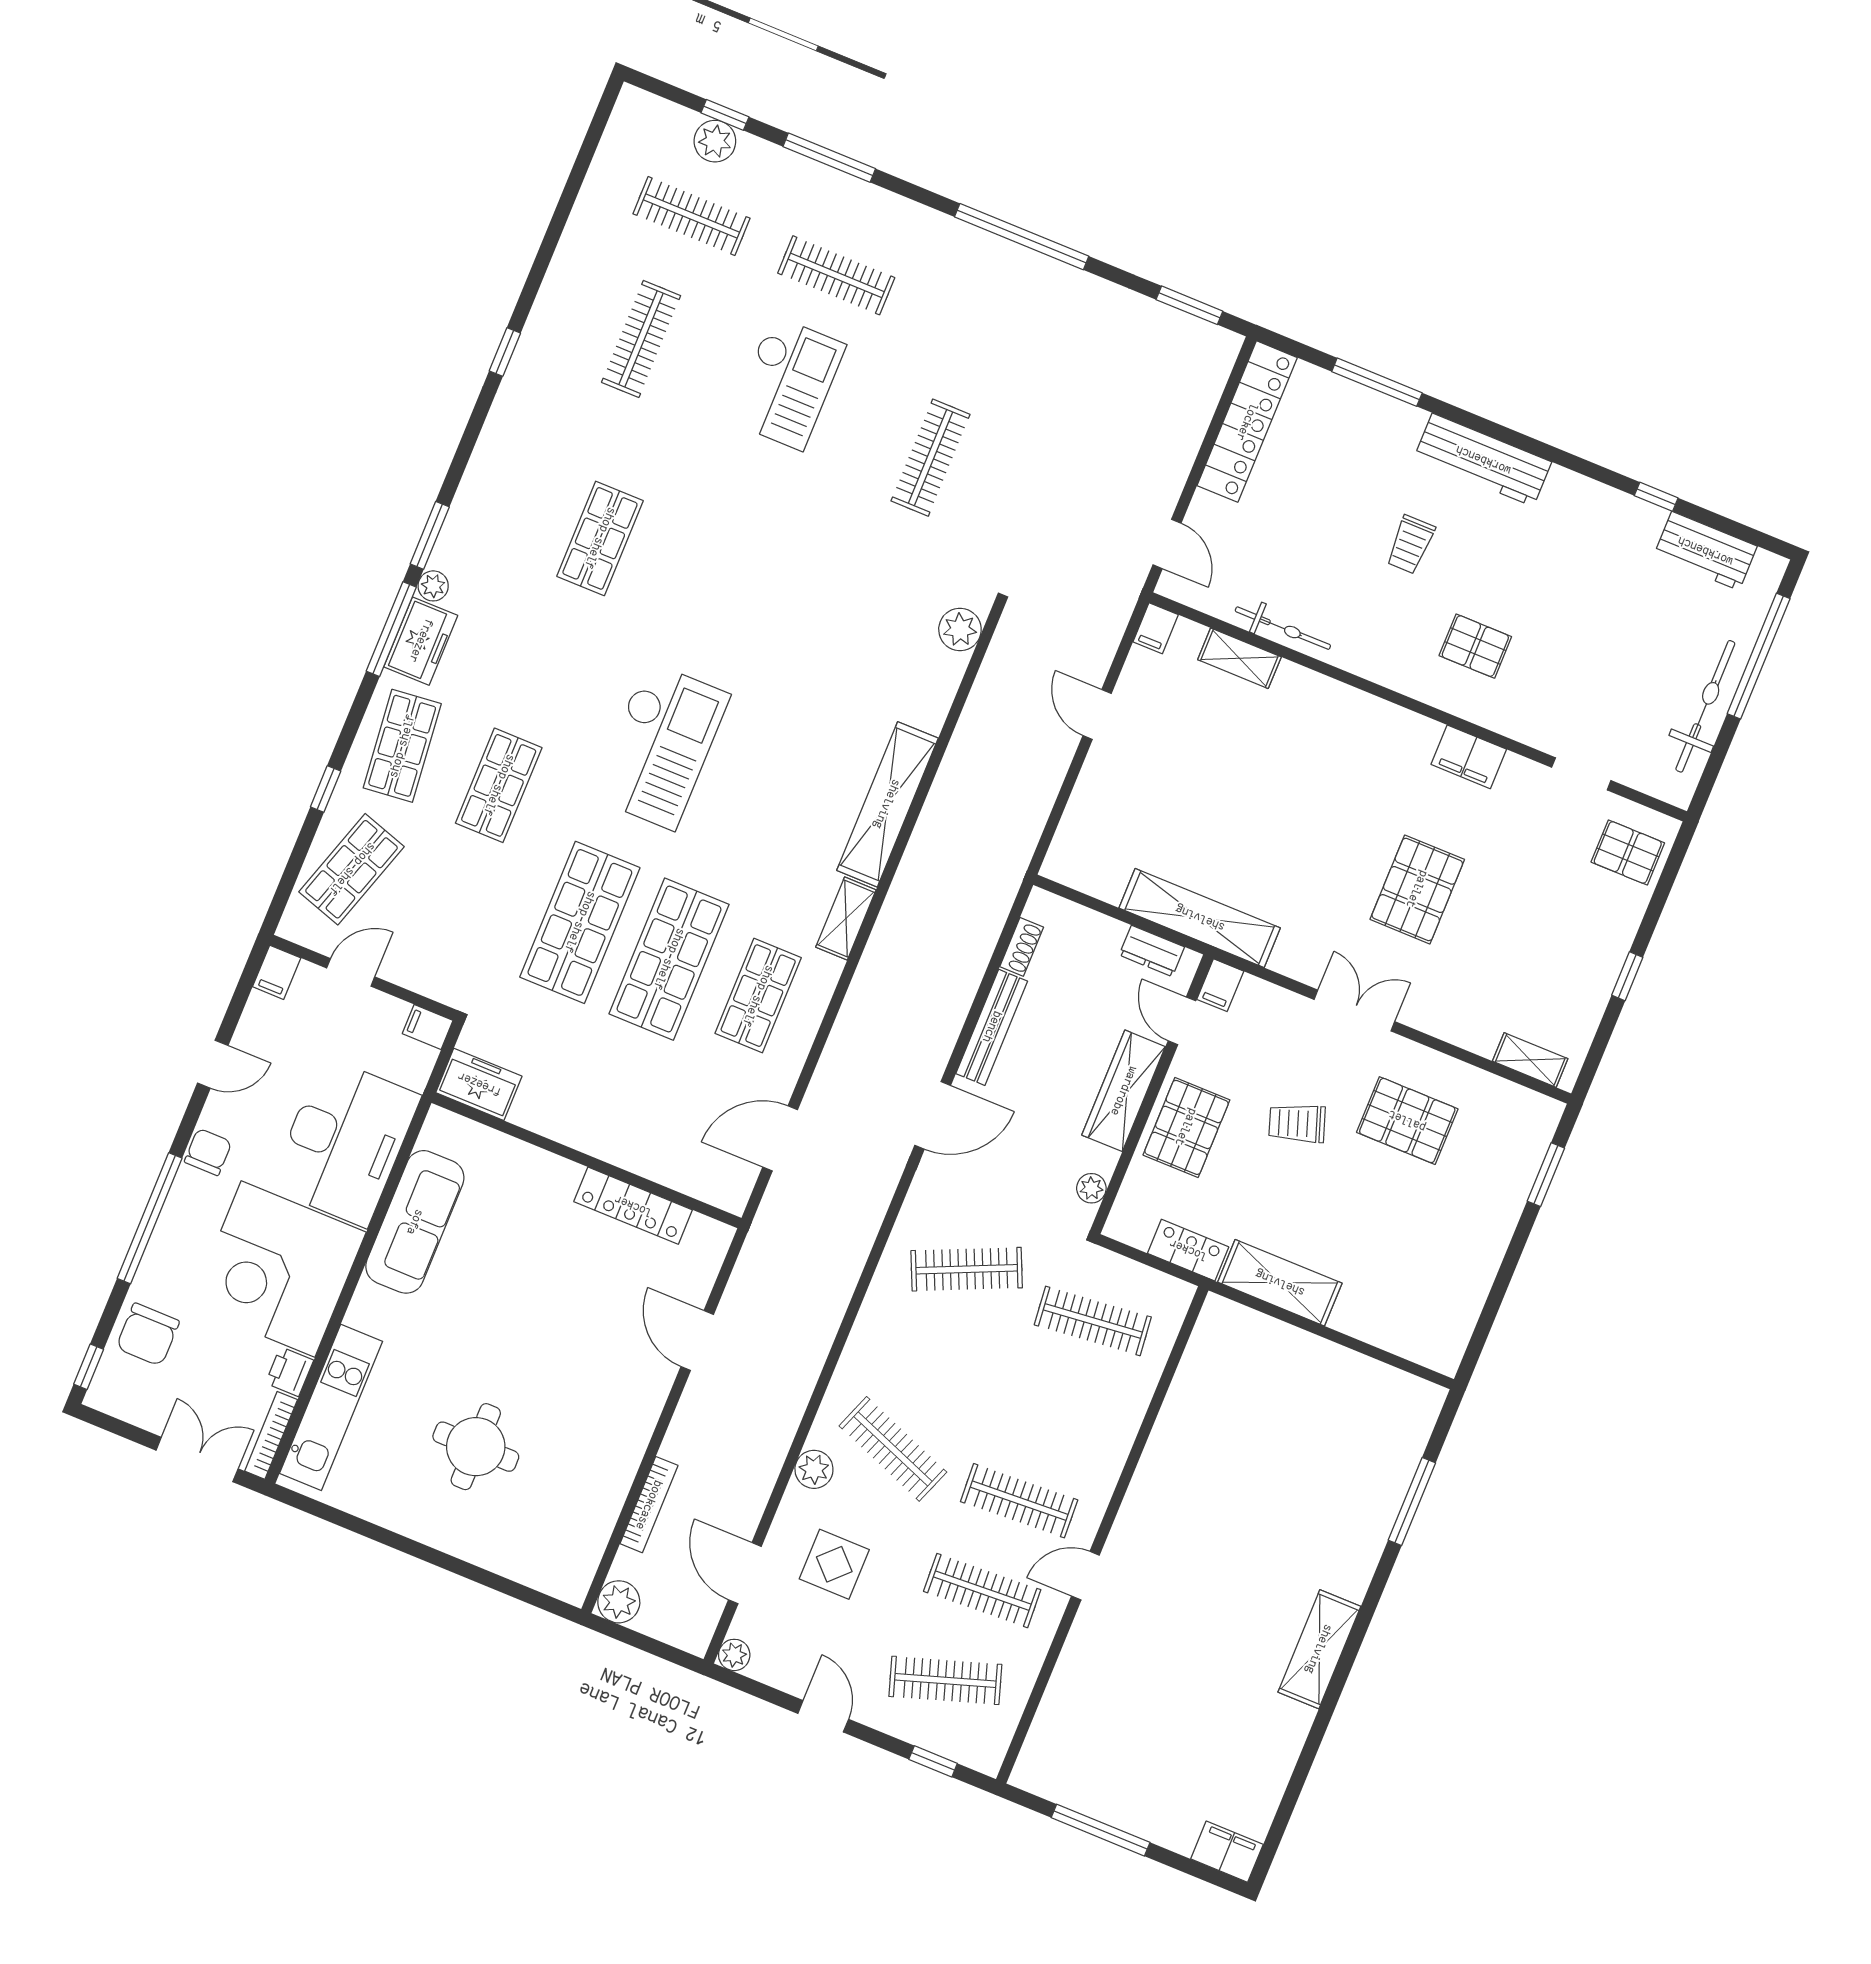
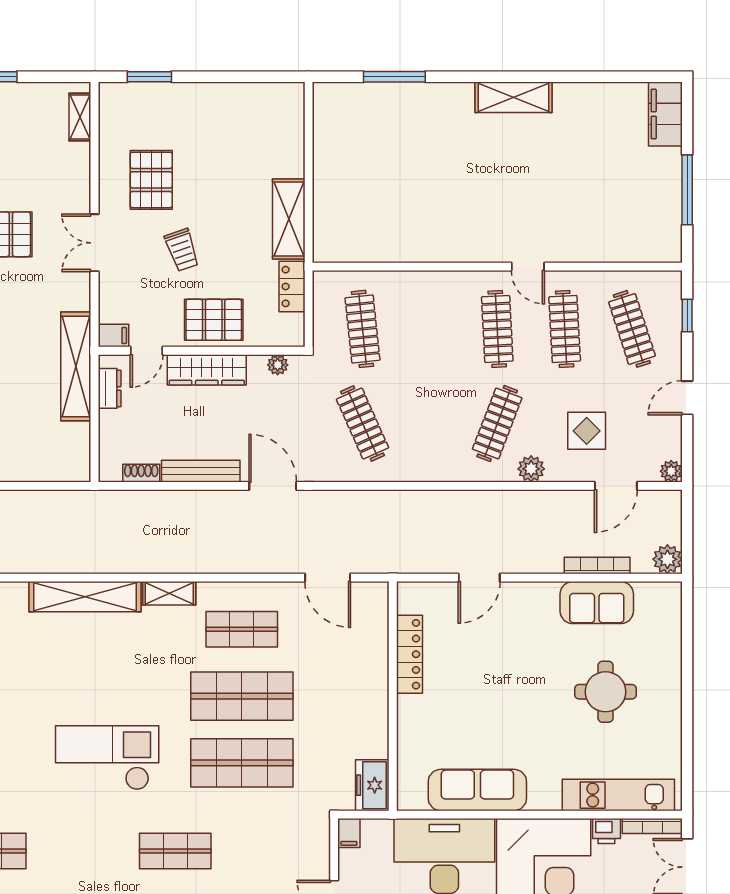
sofa: (600, 1484) -> (597, 603), added
filing cabinet: (1227, 1852) -> (665, 114), width x1.50, depth x1.17

